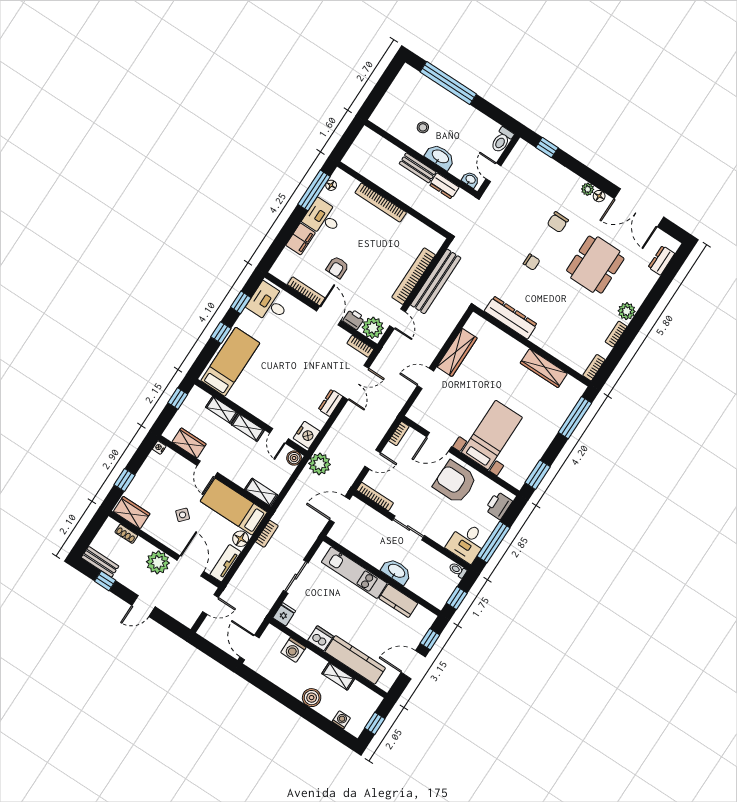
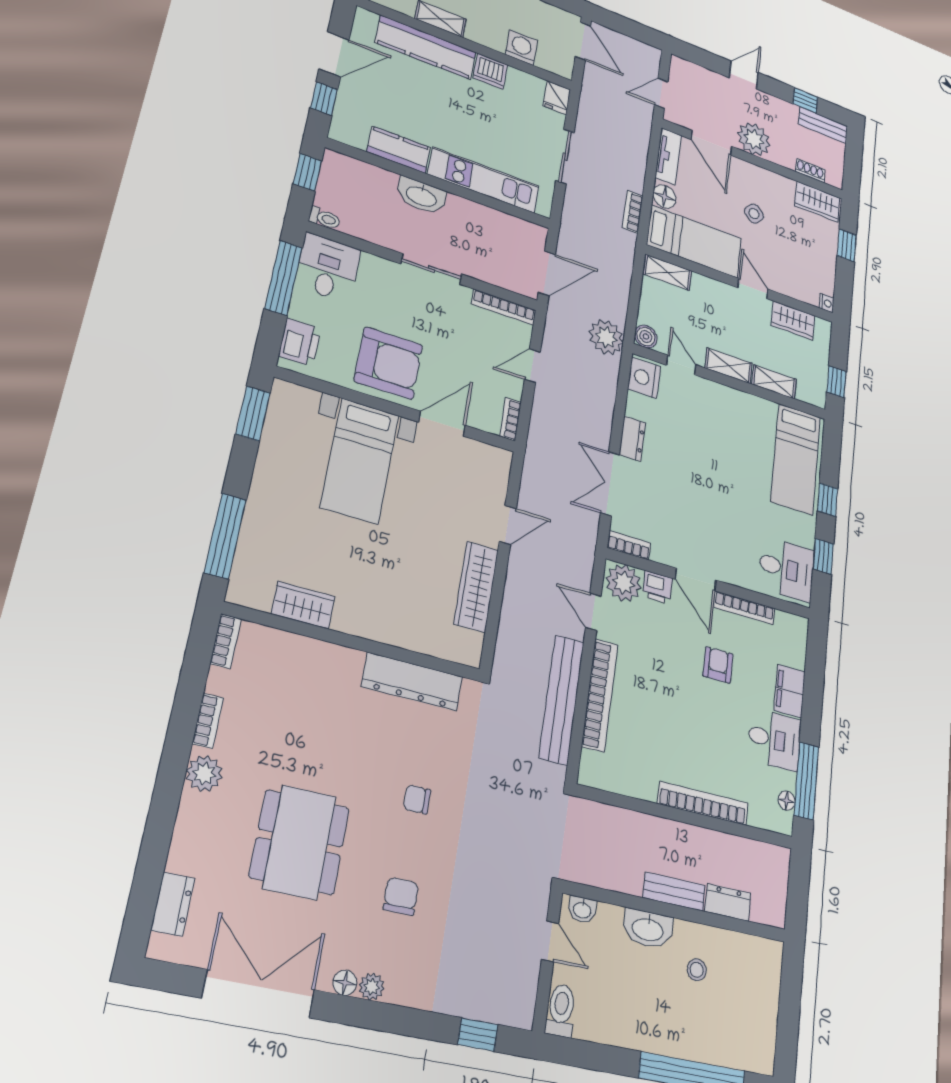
dresser: (444, 186) -> (728, 902), moved
wardrobe: (544, 368) -> (303, 605), width x0.67

